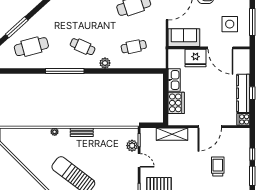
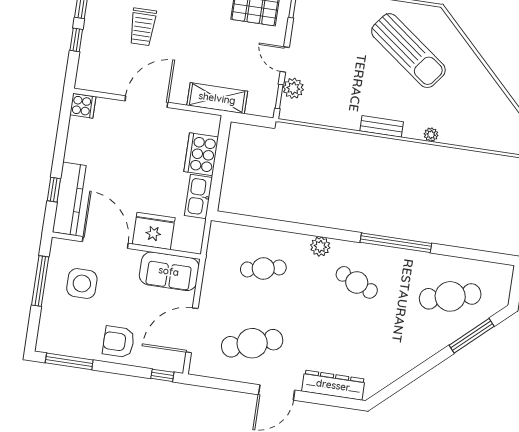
kitchen counter: (243, 93) -> (69, 199), moved
window: (252, 93) -> (54, 190), moved

